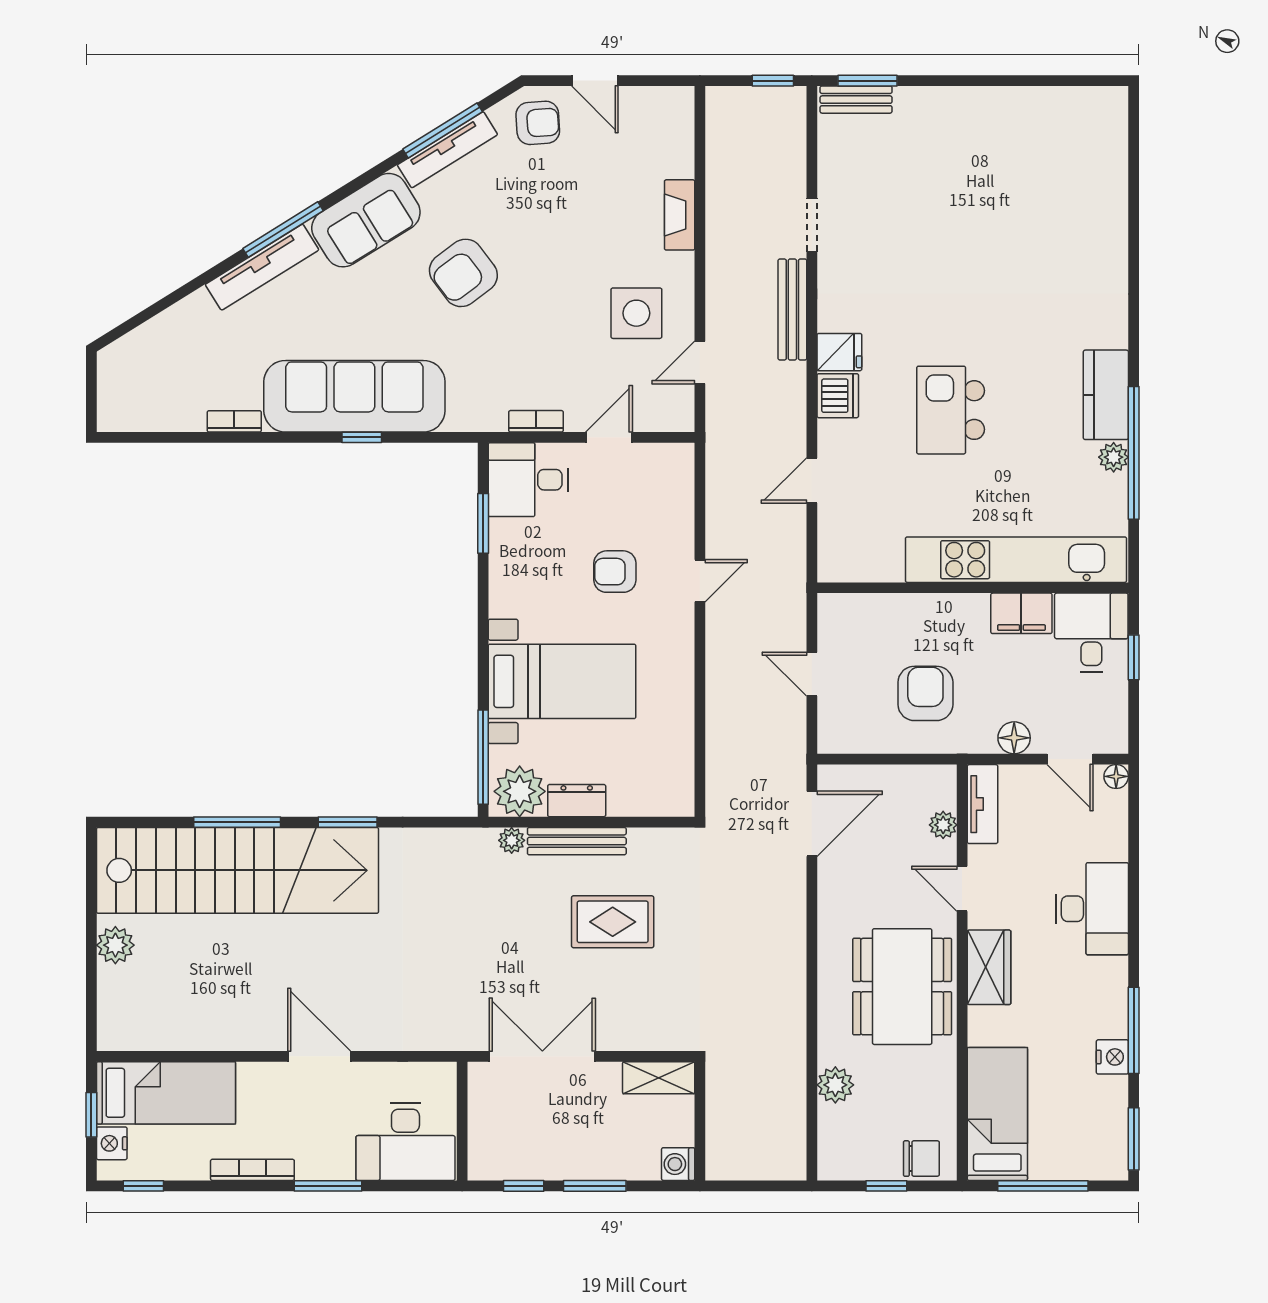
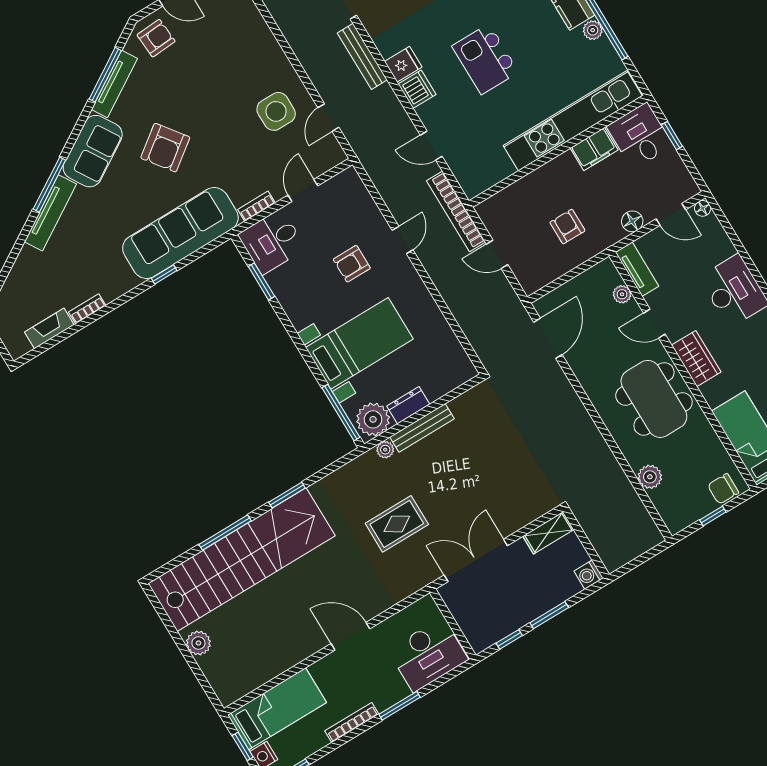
fireplace: (680, 215) -> (49, 328), moved, turned 90
sofa: (354, 396) -> (180, 233), moved
door: (812, 481) -> (431, 146), hinge flipped
bookcase: (792, 586) -> (456, 211), added
armchair: (925, 693) -> (567, 227), width x0.72, depth x0.72
rug: (613, 922) -> (397, 524), moved
chair: (921, 1159) -> (723, 489), turned 180

